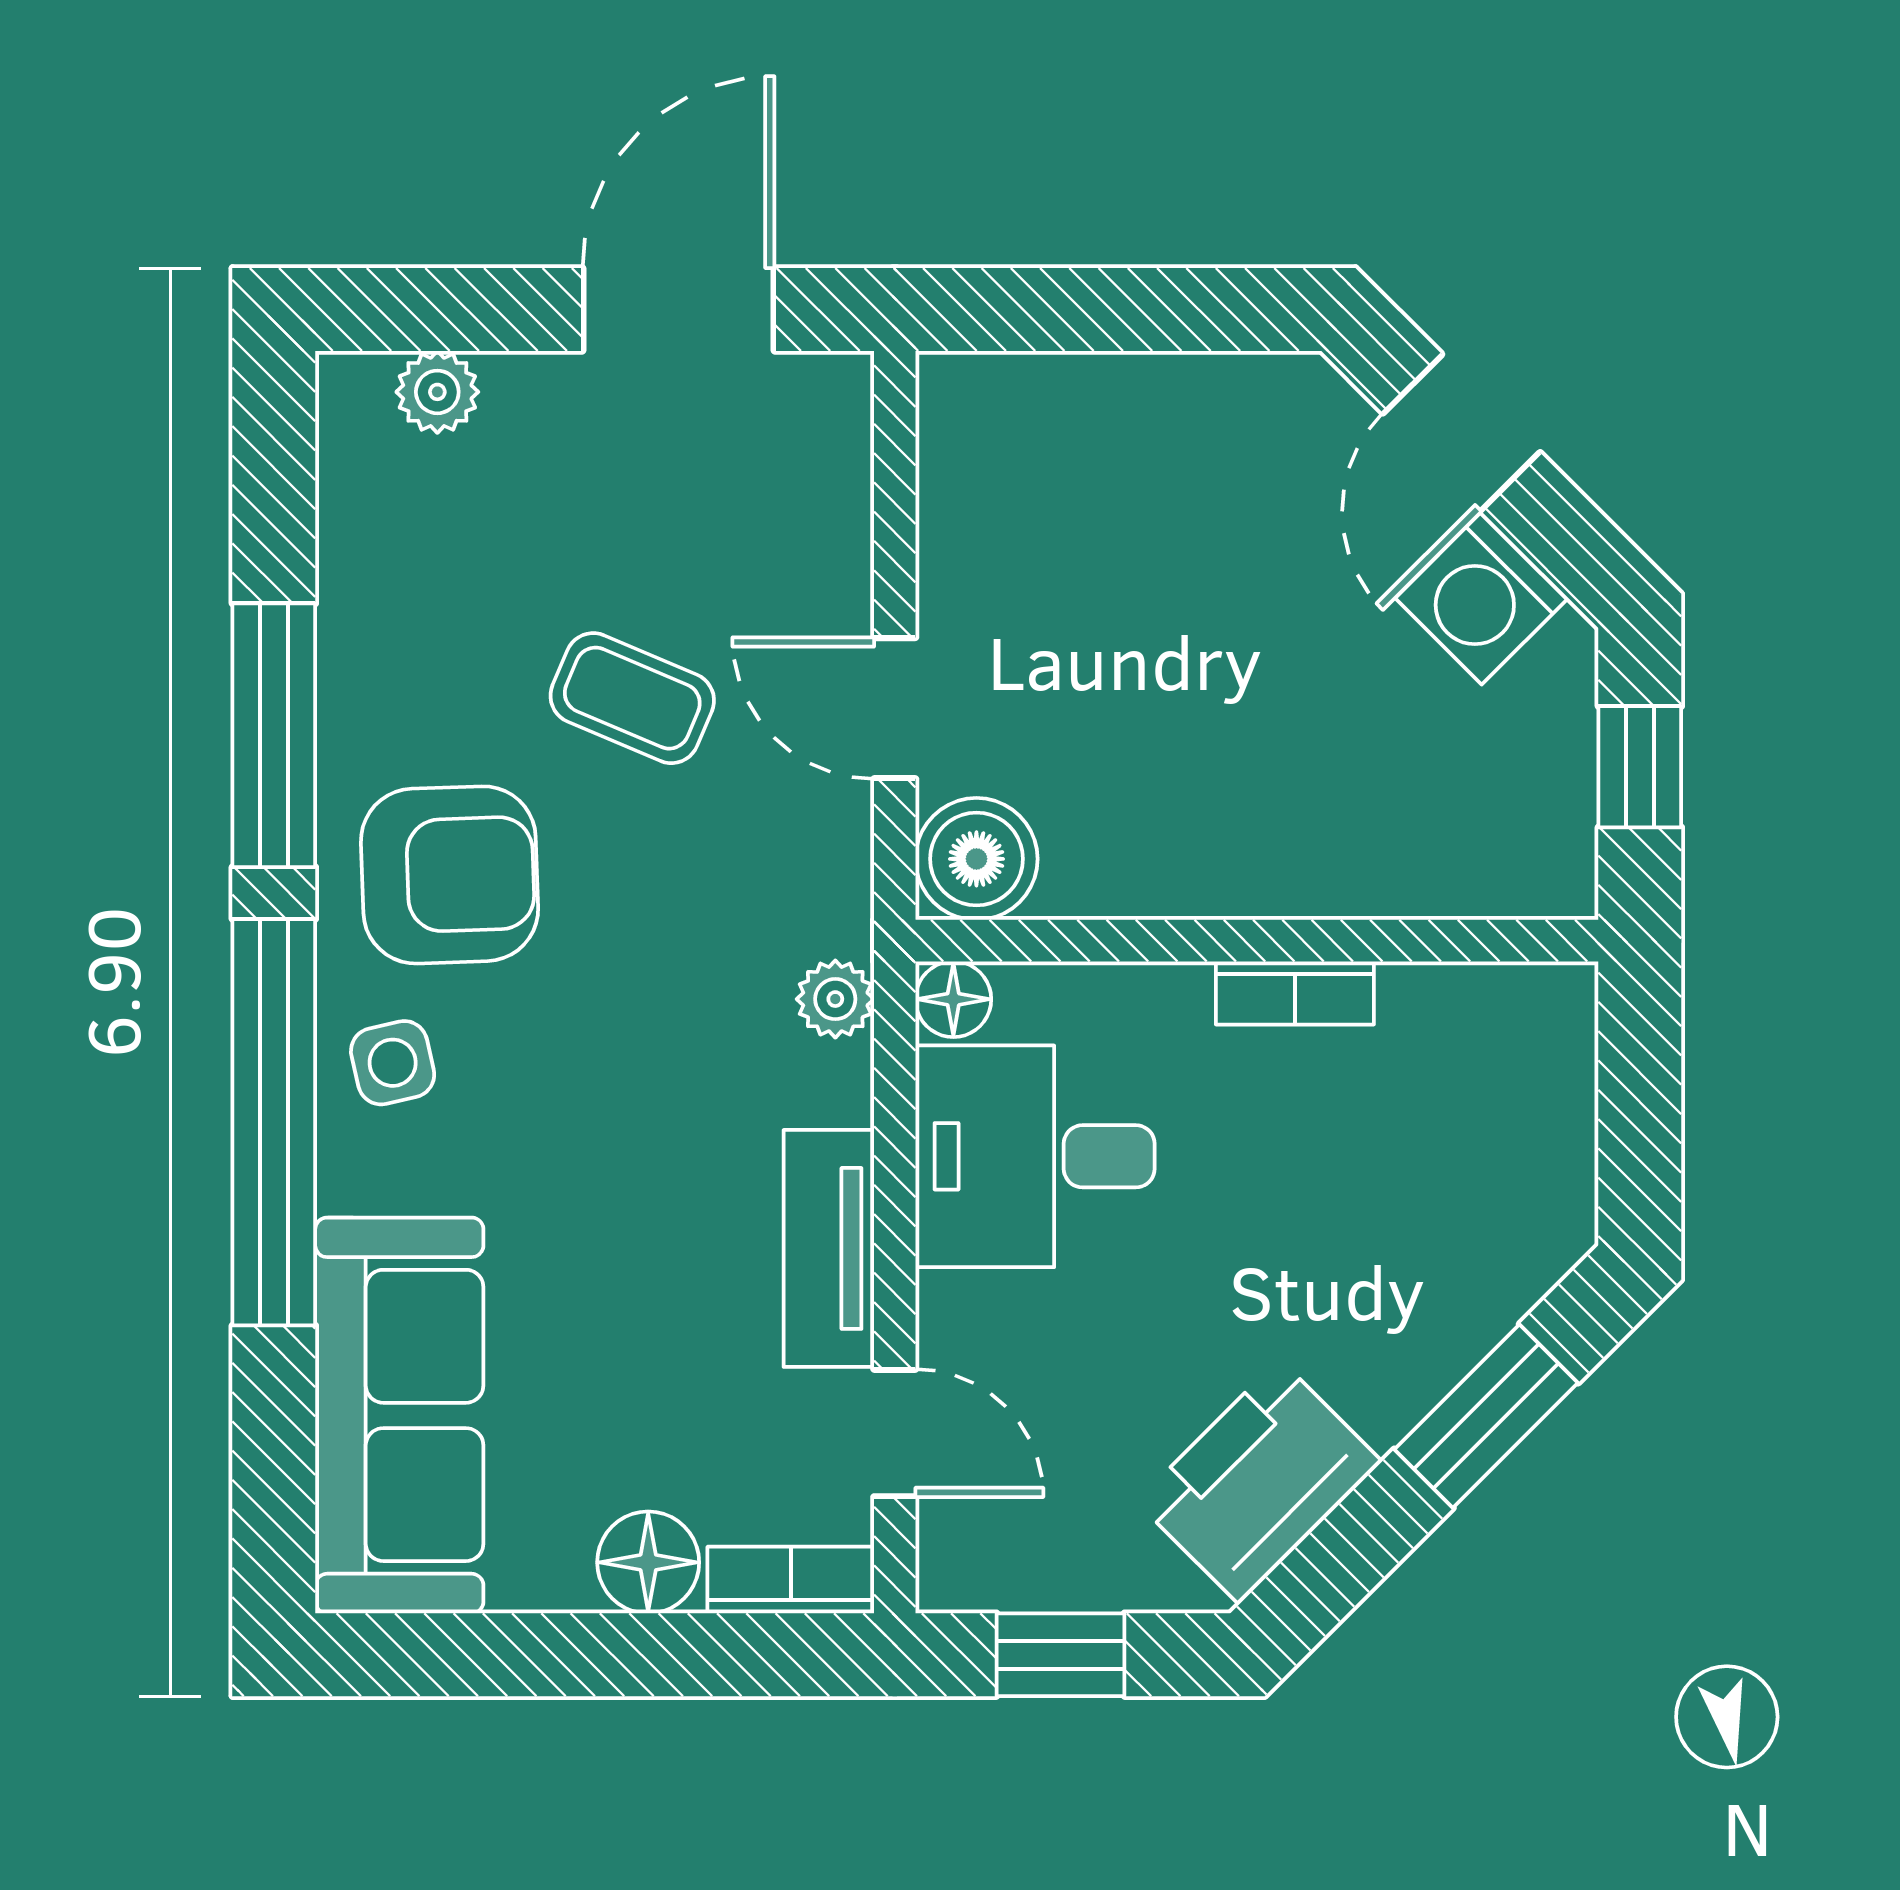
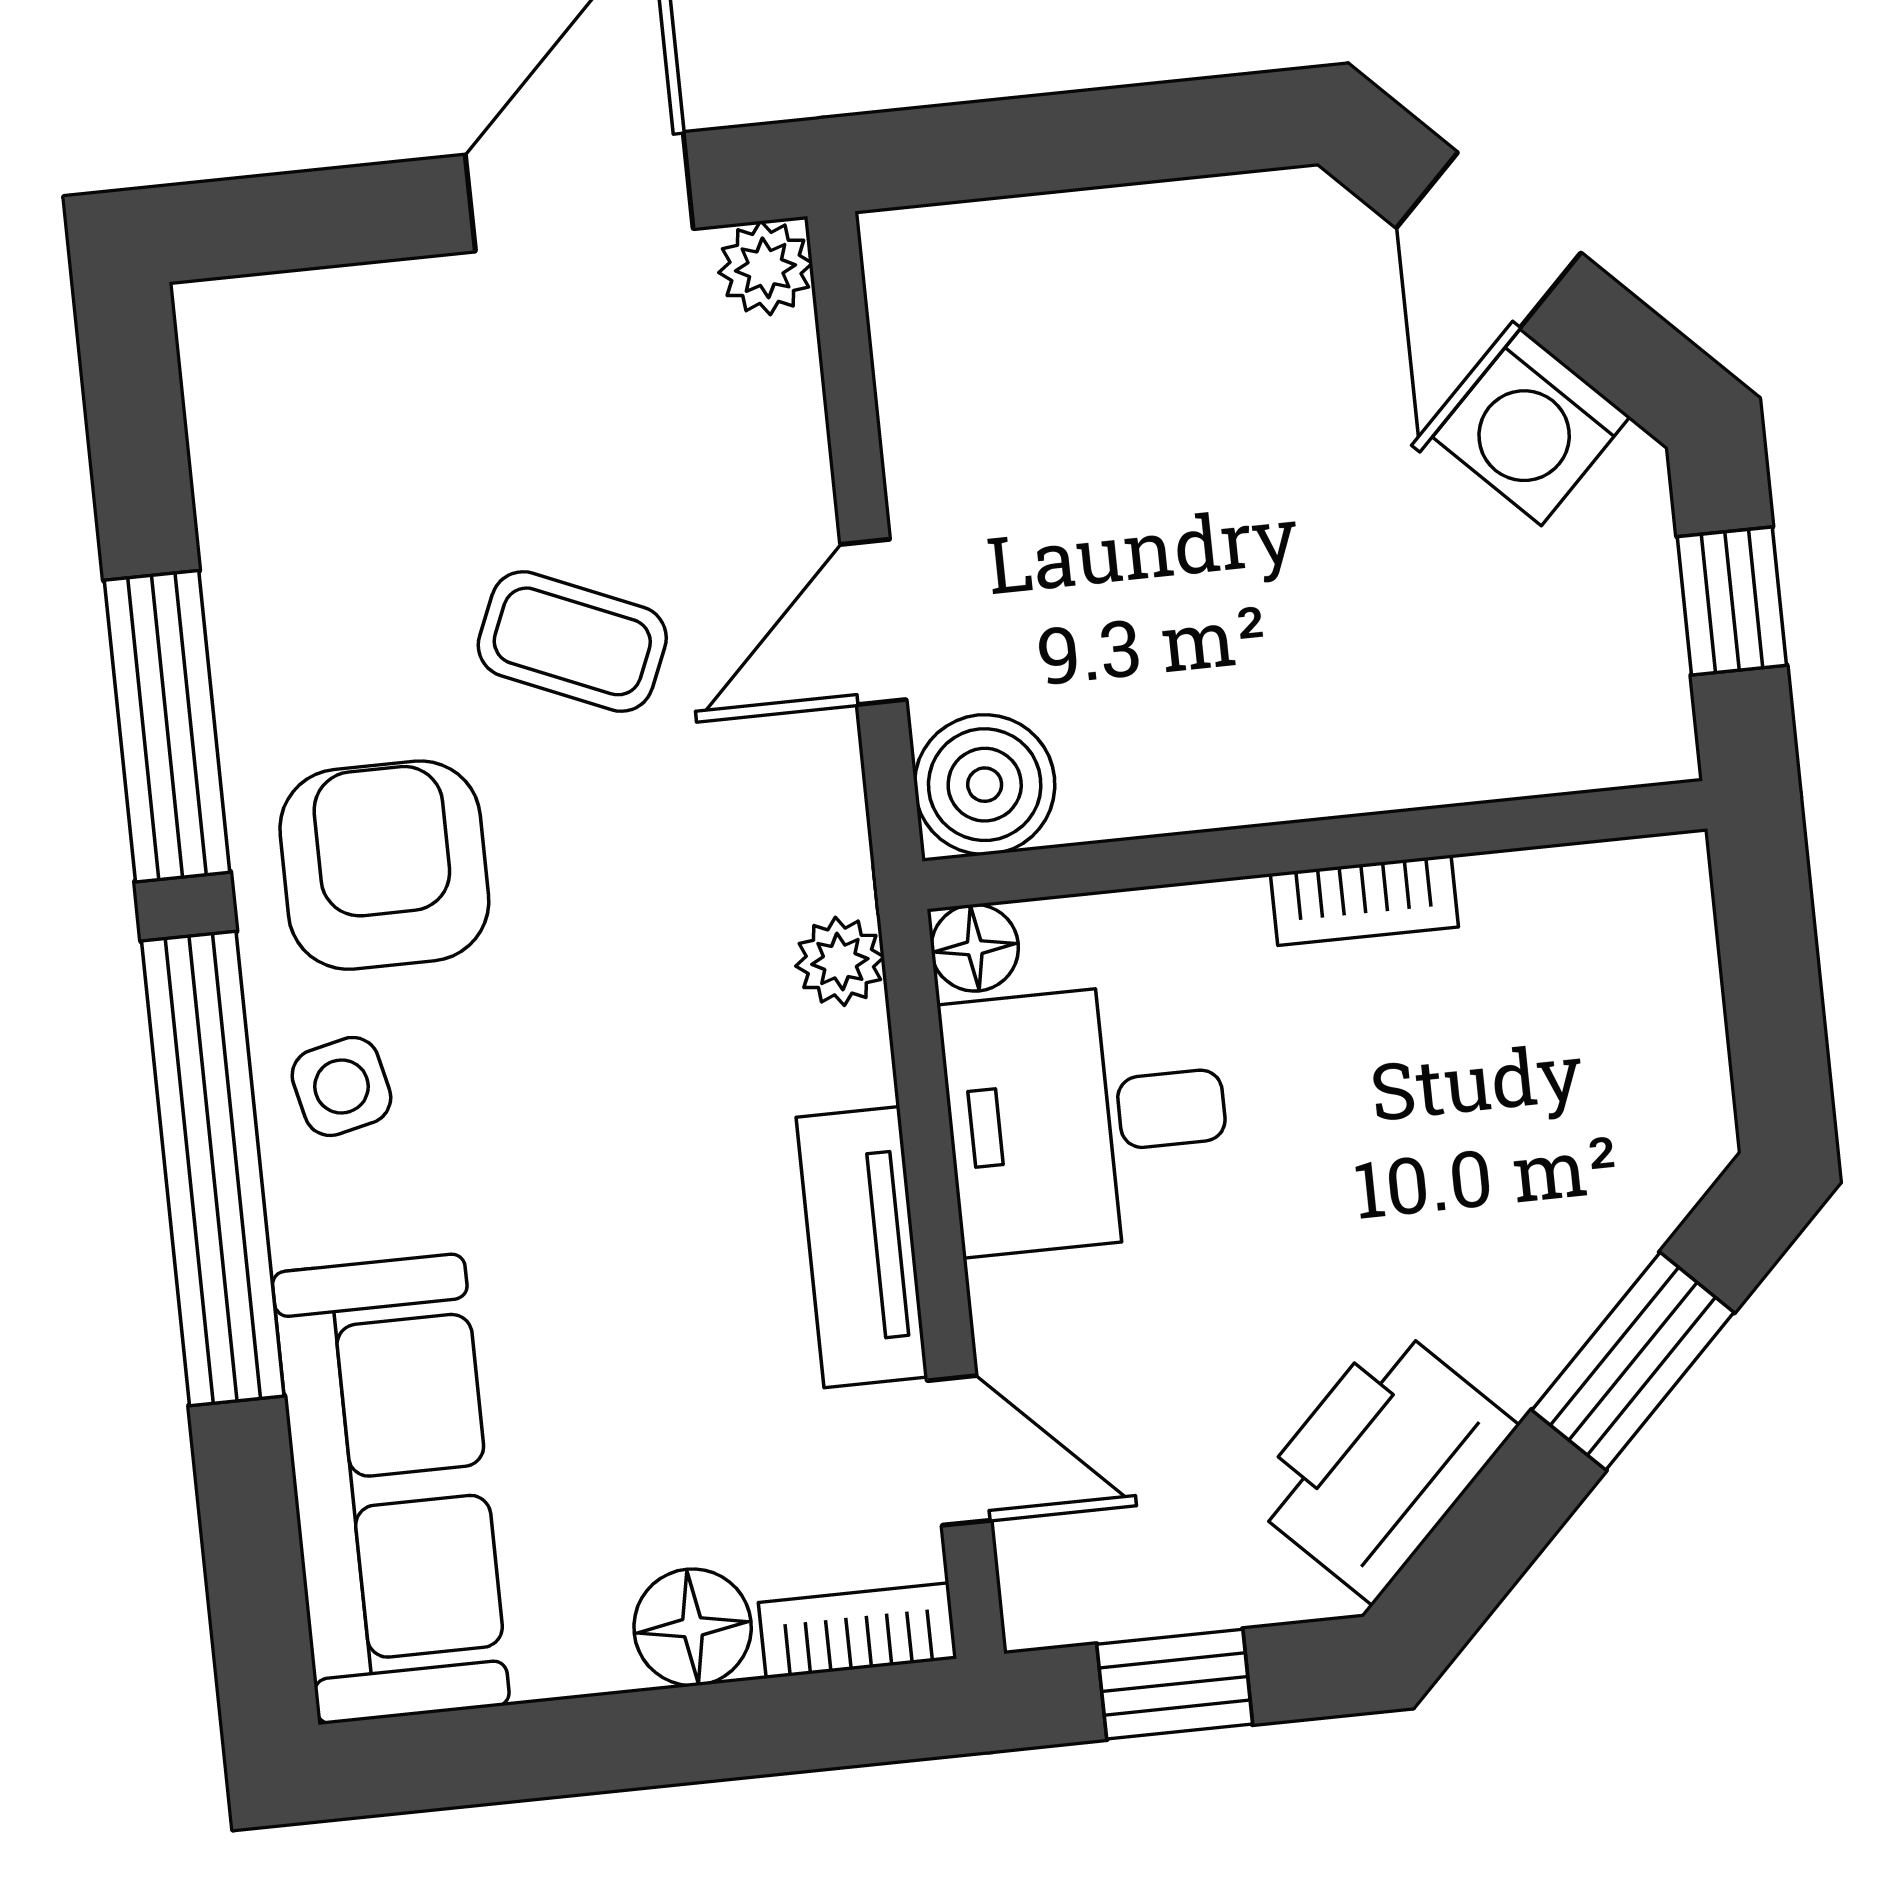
plant: (437, 392) -> (765, 268), moved
door: (895, 708) -> (873, 622), hinge flipped
armchair: (450, 875) -> (384, 865), turned -88

